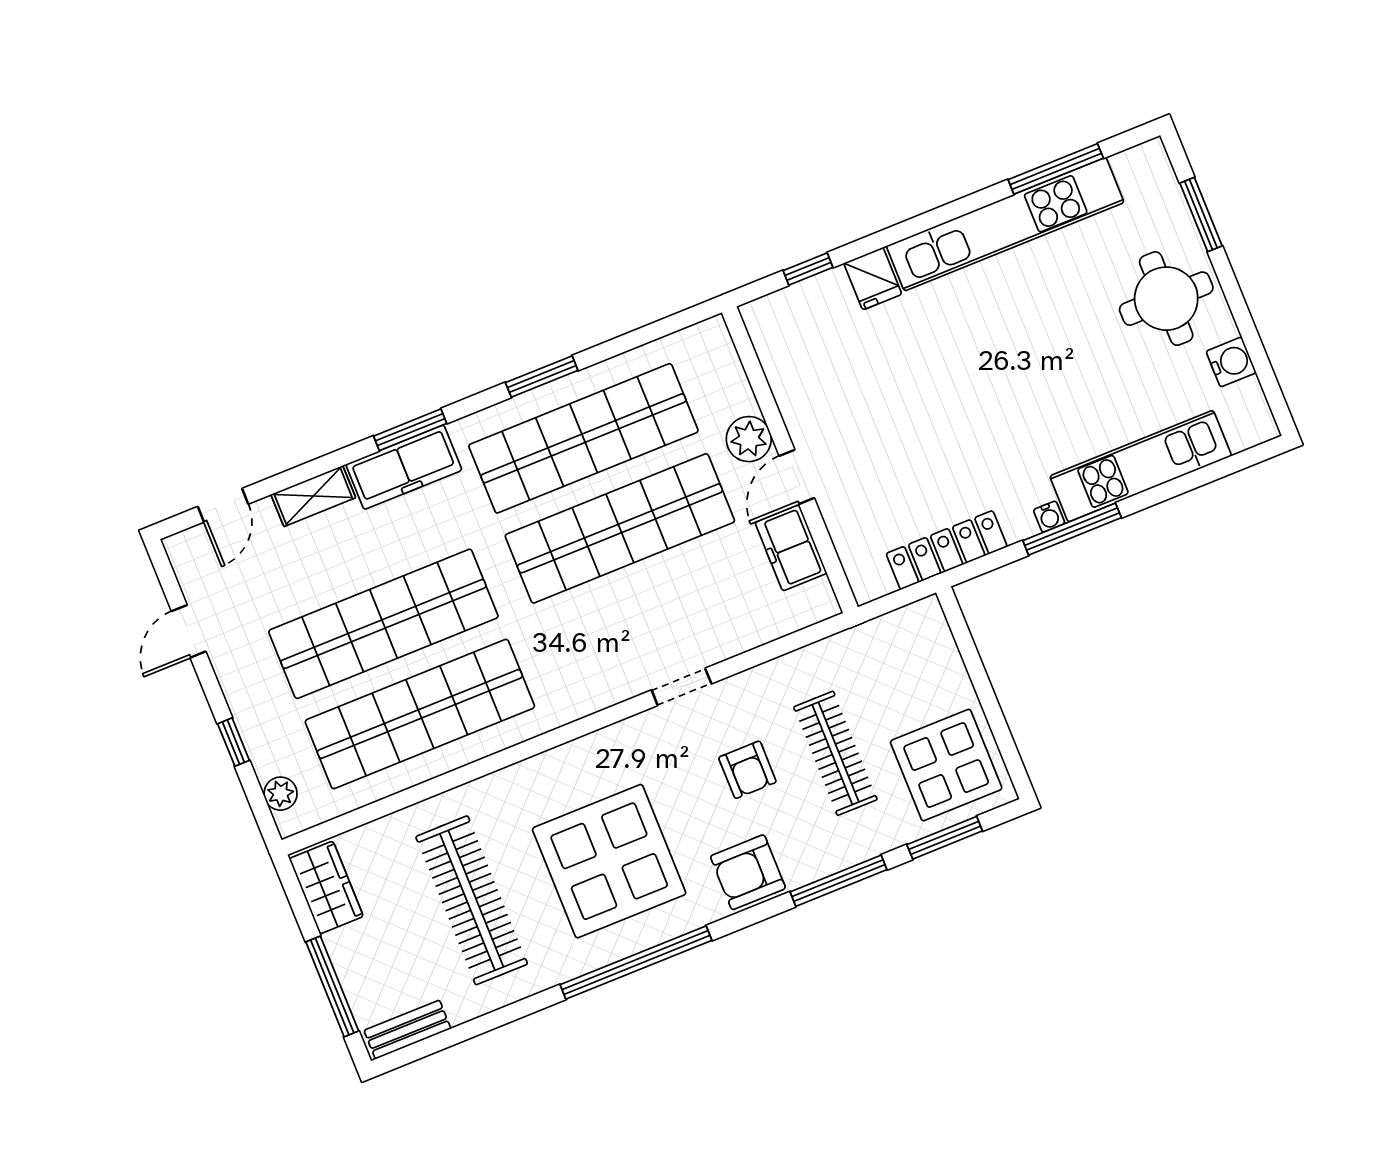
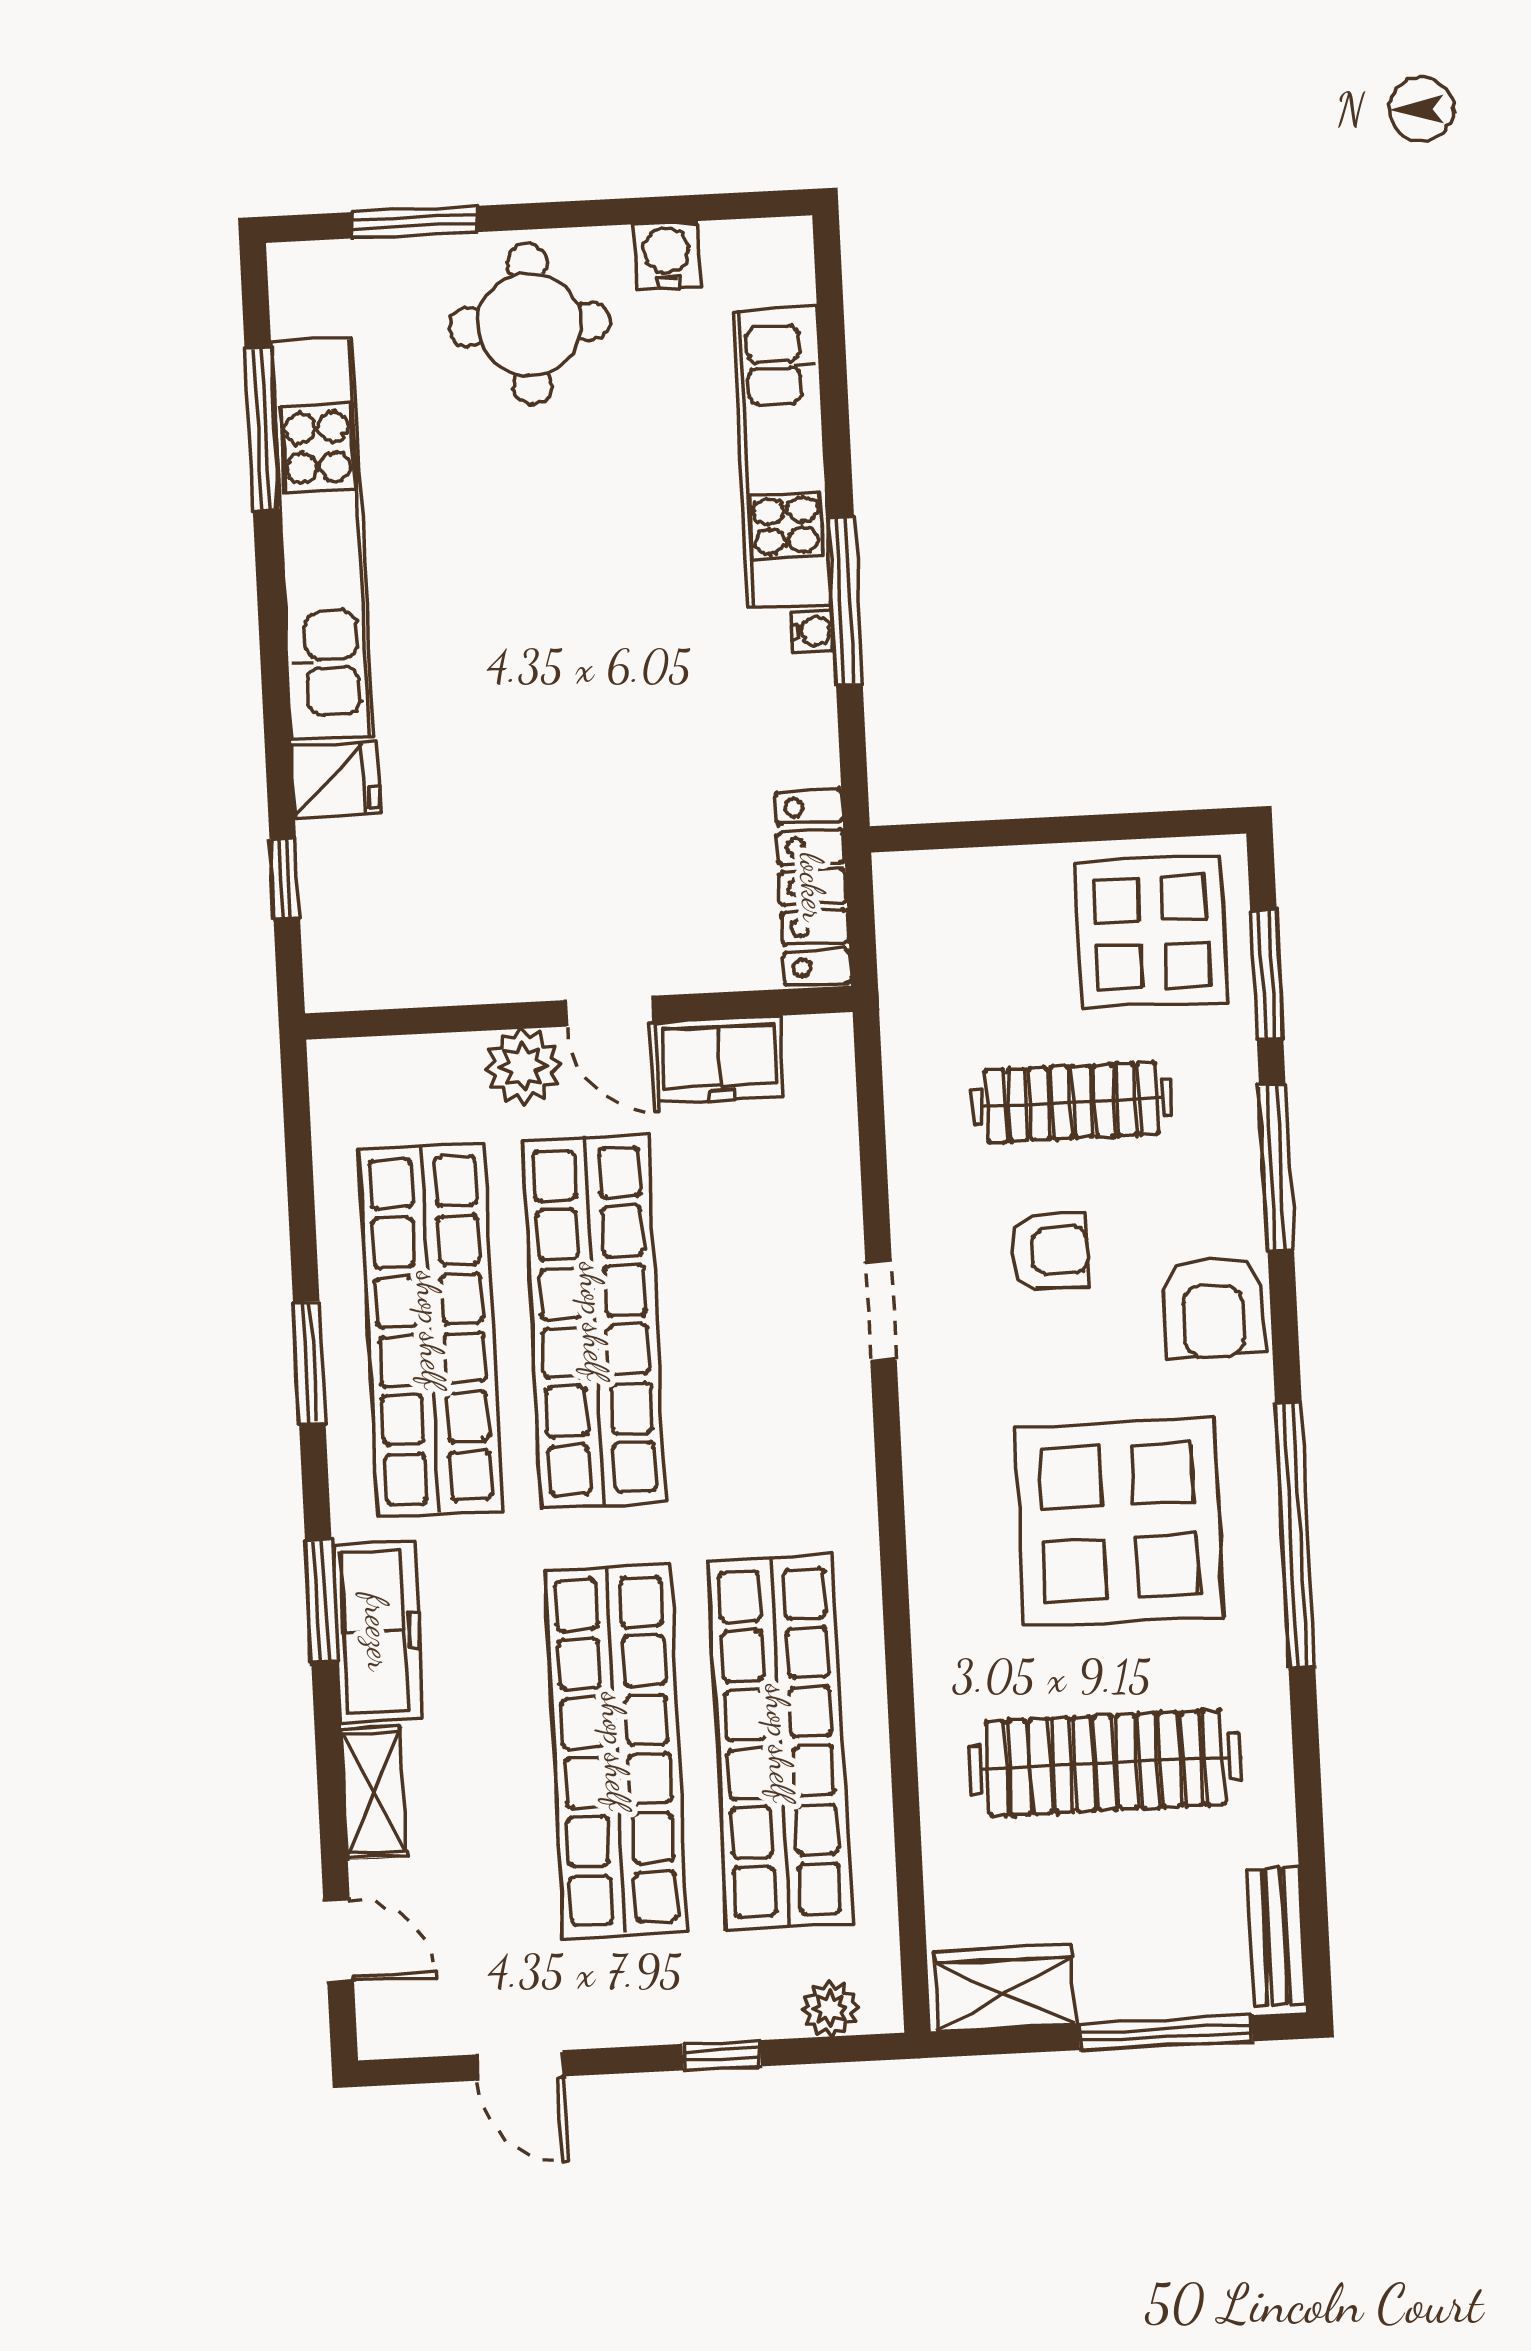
locker: (947, 550) -> (813, 887), moved

